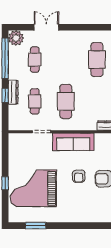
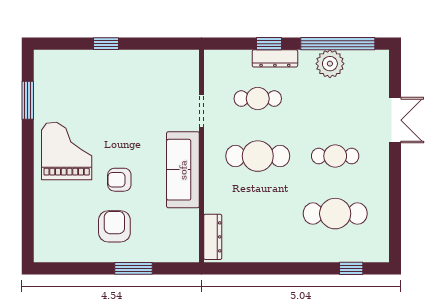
plant: (16, 38) -> (330, 64), moved
cafe table: (35, 60) -> (335, 156), moved
grand piano: (33, 188) -> (67, 151), moved, width x0.73, depth x0.68

